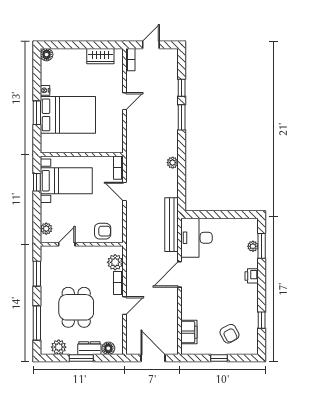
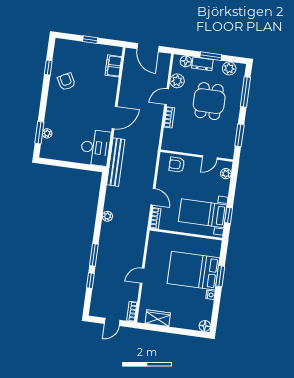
plant: (115, 262) -> (177, 81), moved
printer: (252, 276) -> (52, 108), removed
armchair: (229, 334) -> (66, 82), moved

